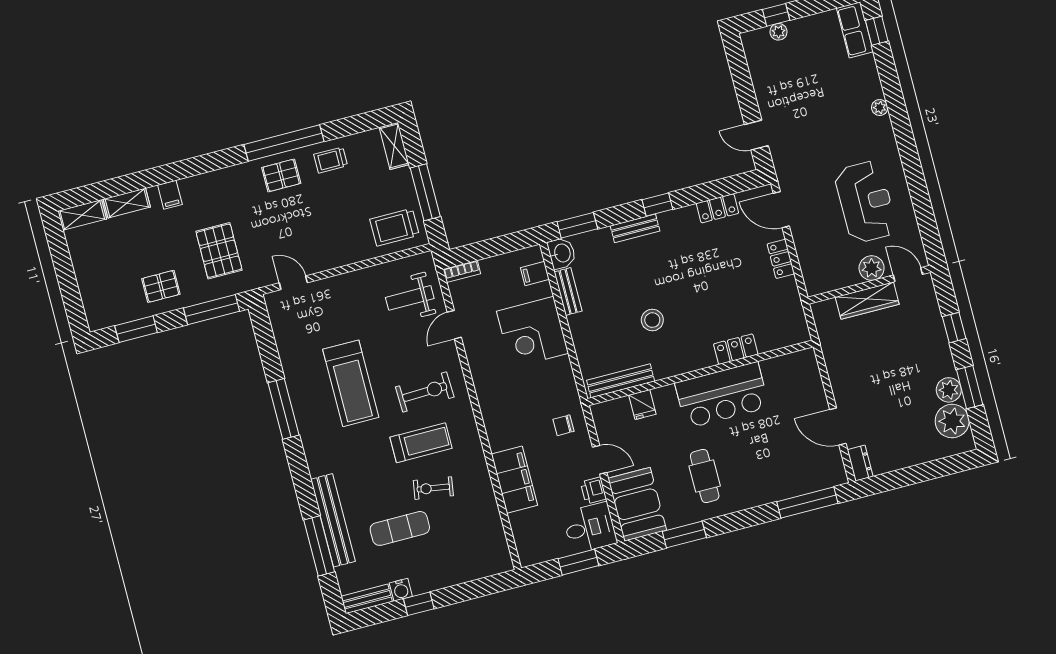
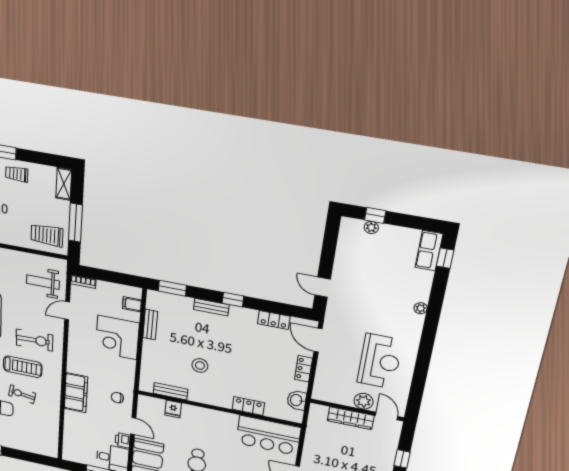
washbasin: (562, 253) -> (297, 400), moved, turned 180
bench: (621, 381) -> (170, 391), width x0.73
bar counter: (722, 395) -> (268, 435), moved
filing cabinet: (514, 480) -> (76, 393), moved

